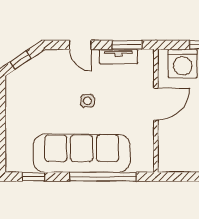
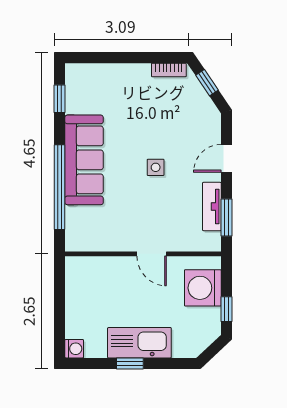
bookcase: (11, 90) -> (169, 70), added
door: (156, 104) -> (152, 254), width x0.73
sofa: (82, 153) -> (84, 160), width x0.74, depth x0.79

